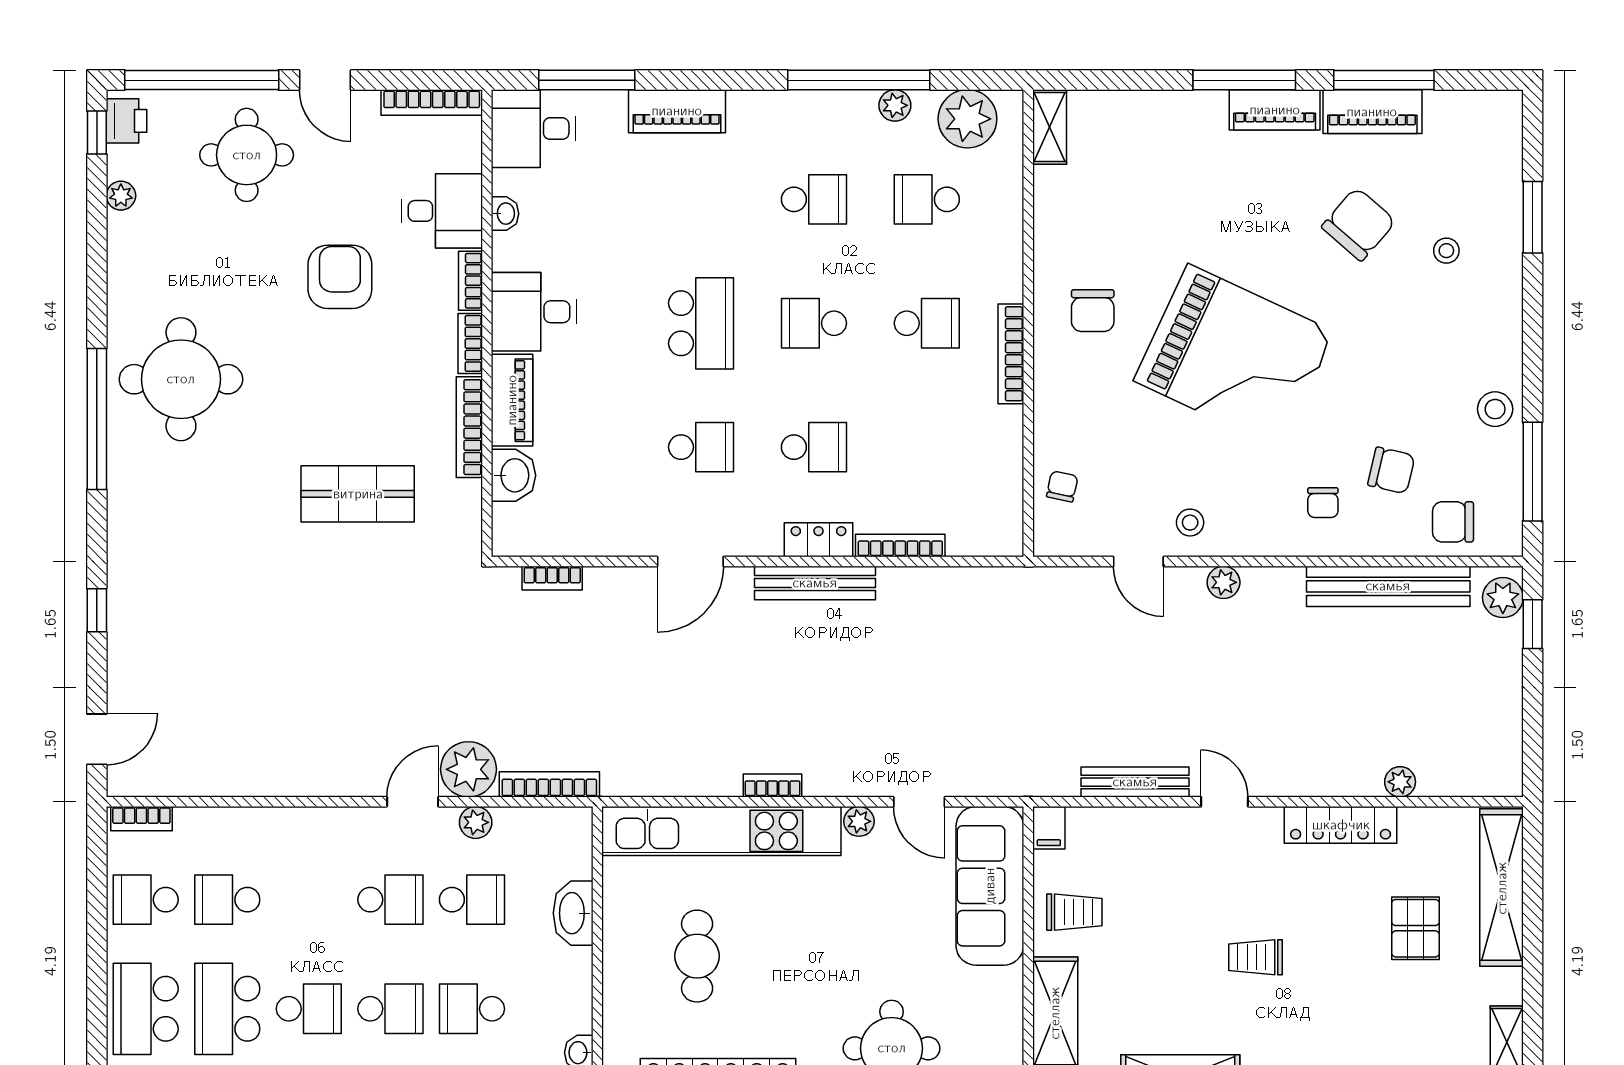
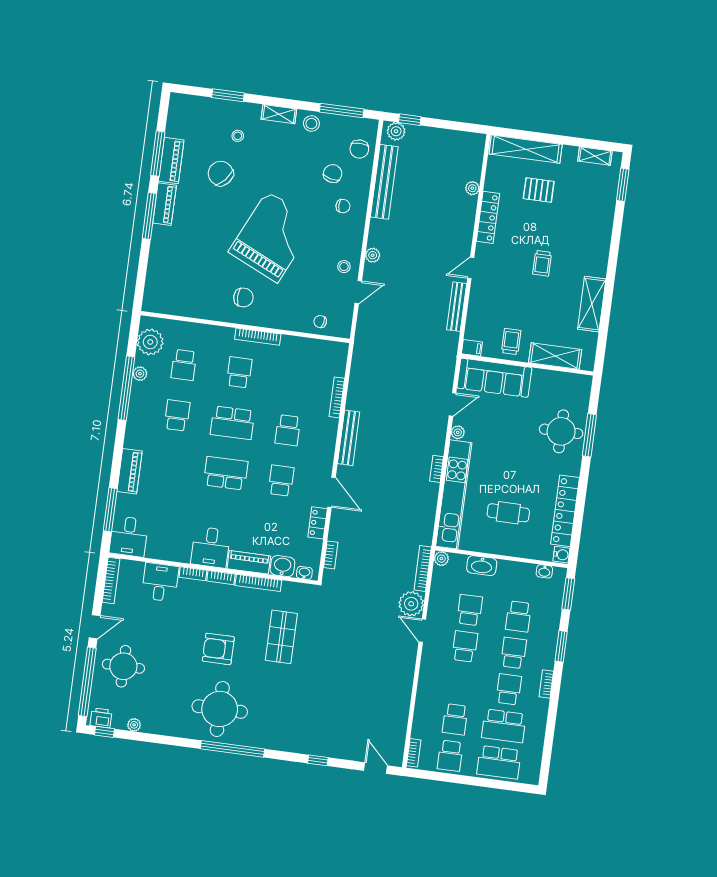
shelving: (1050, 127) -> (279, 114), moved
washbasin: (505, 214) -> (304, 573), moved
armchair: (340, 277) -> (218, 649), moved
school desk: (814, 323) -> (232, 423), width x1.85
school desk: (814, 447) -> (288, 430), turned 180
locker: (818, 540) -> (318, 523), moved
plant: (476, 822) -> (441, 559), moved

